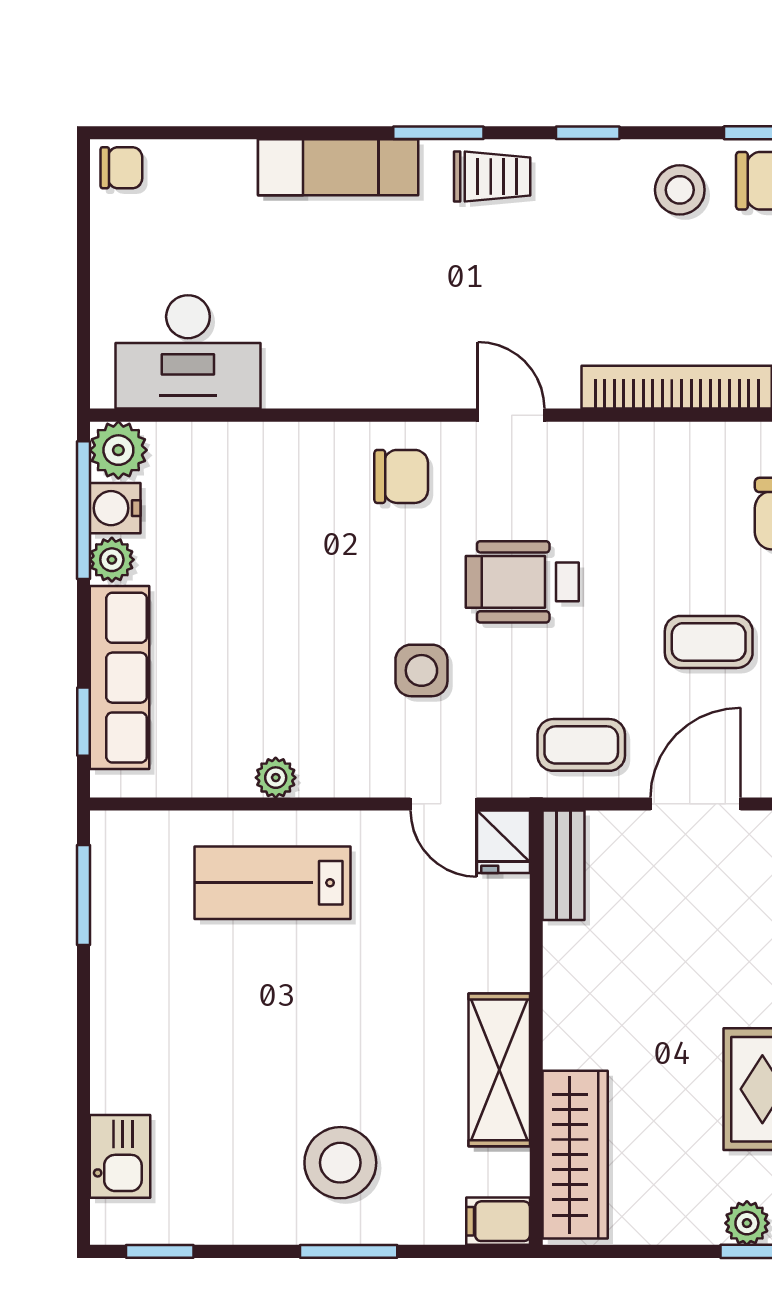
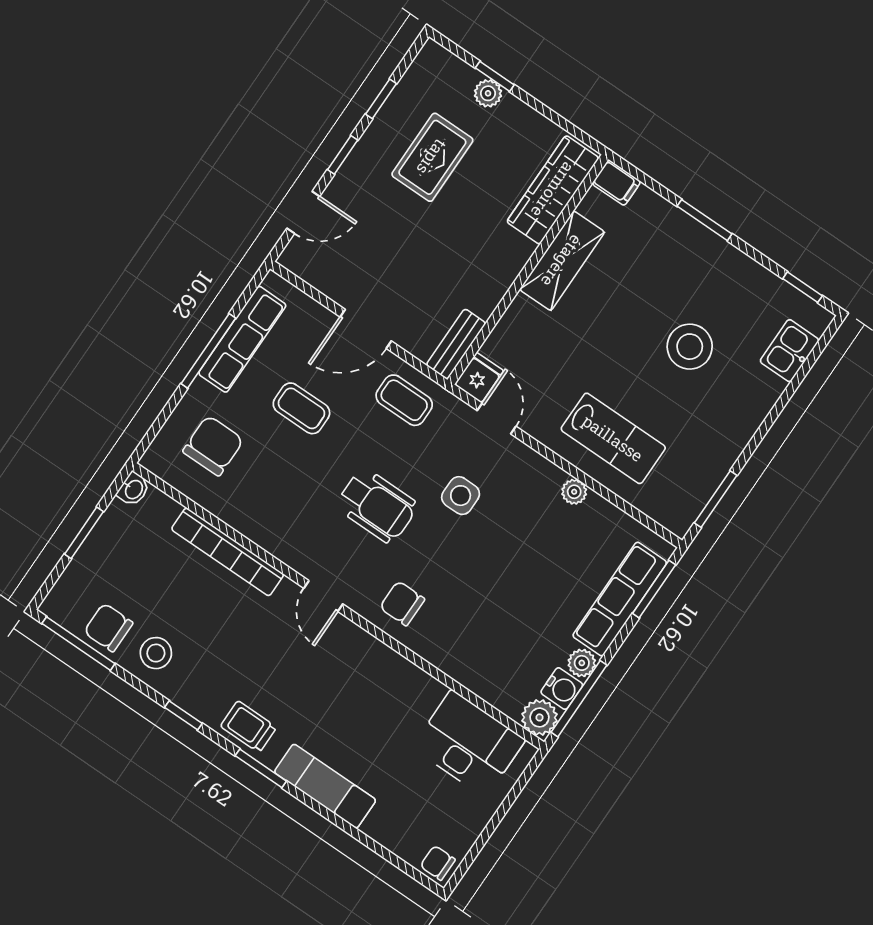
window: (83, 722) -> (654, 589), width x1.50
stool: (340, 1163) -> (690, 347), moved

